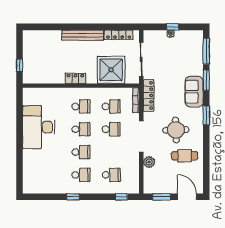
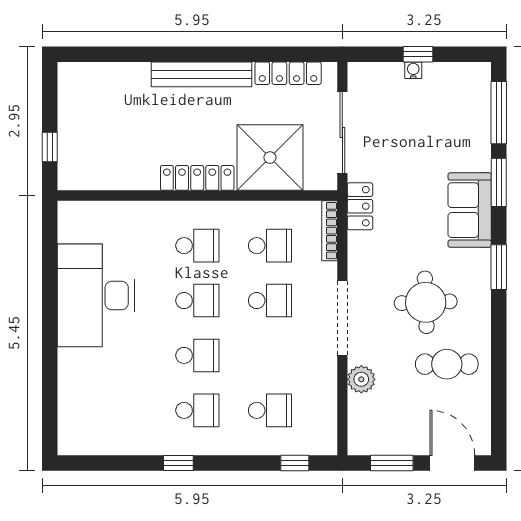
locker: (75, 78) -> (197, 178), width x1.53
locker: (149, 95) -> (360, 206), width x0.66

